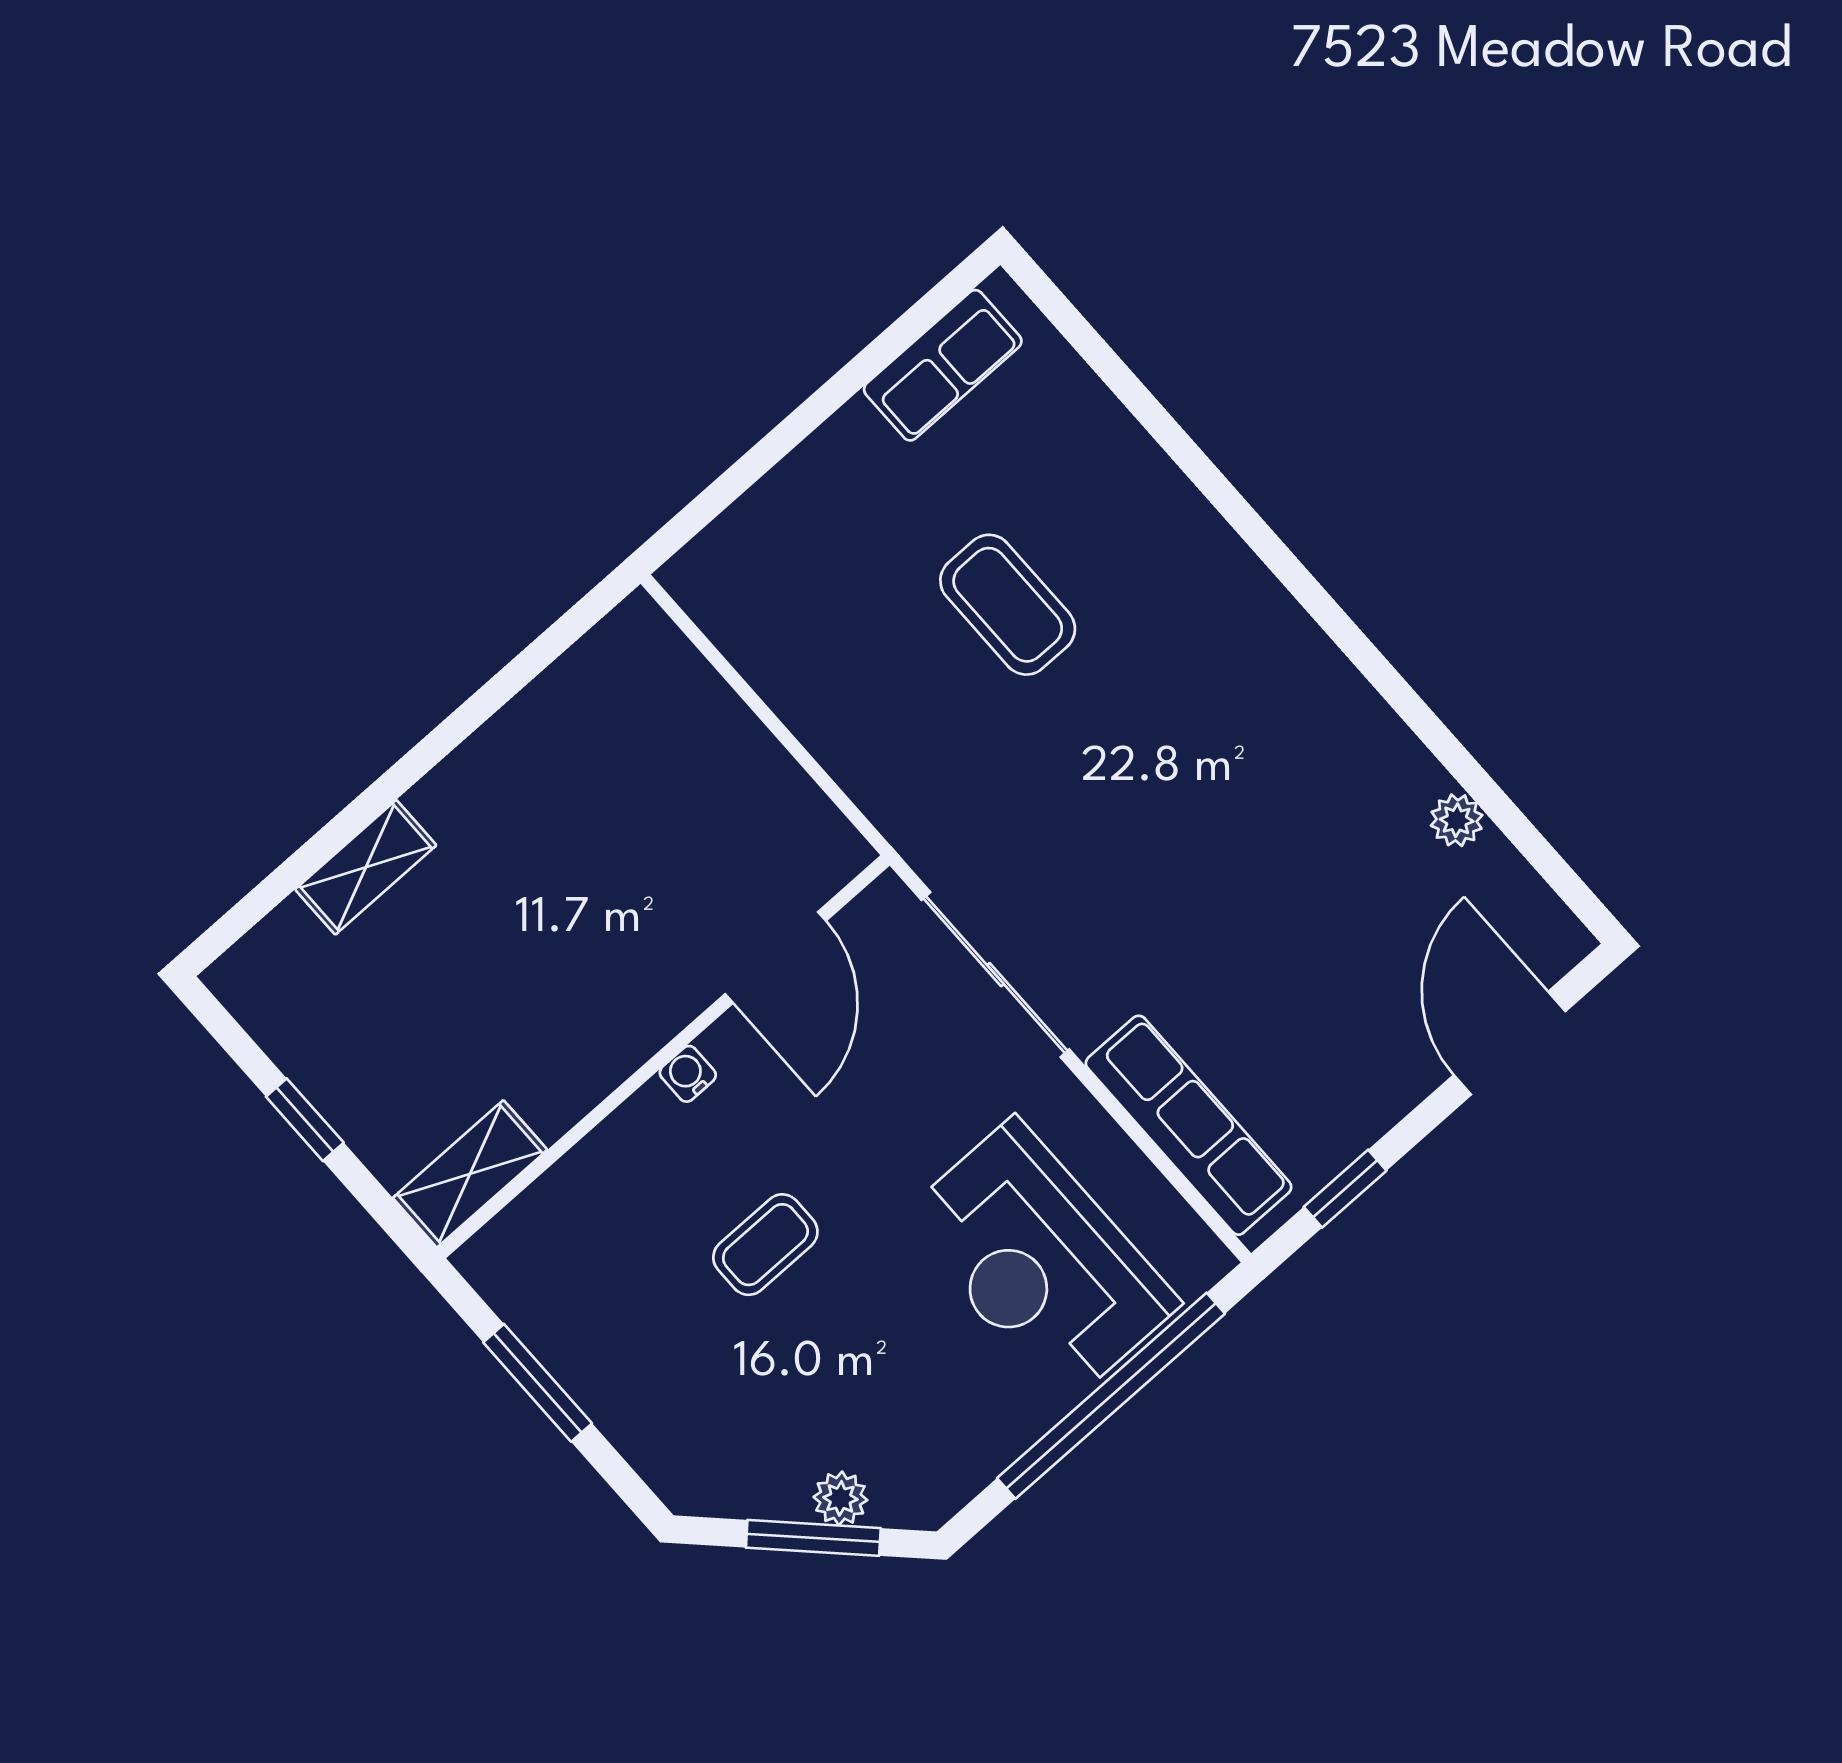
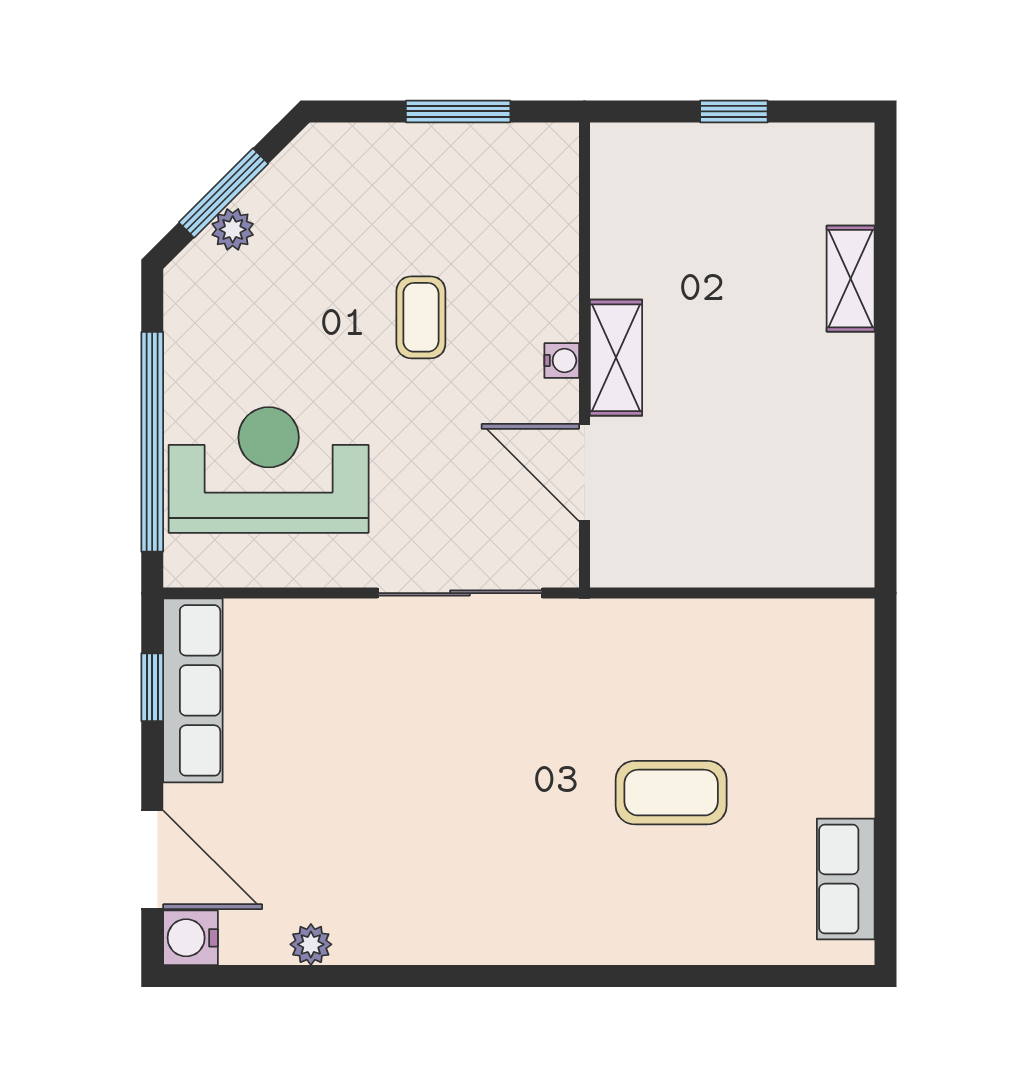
water cooler: (1552, 941) -> (190, 938), added
row of seats: (1189, 1125) -> (193, 690), moved, turned -90
shelving: (470, 1174) -> (616, 358), moved

